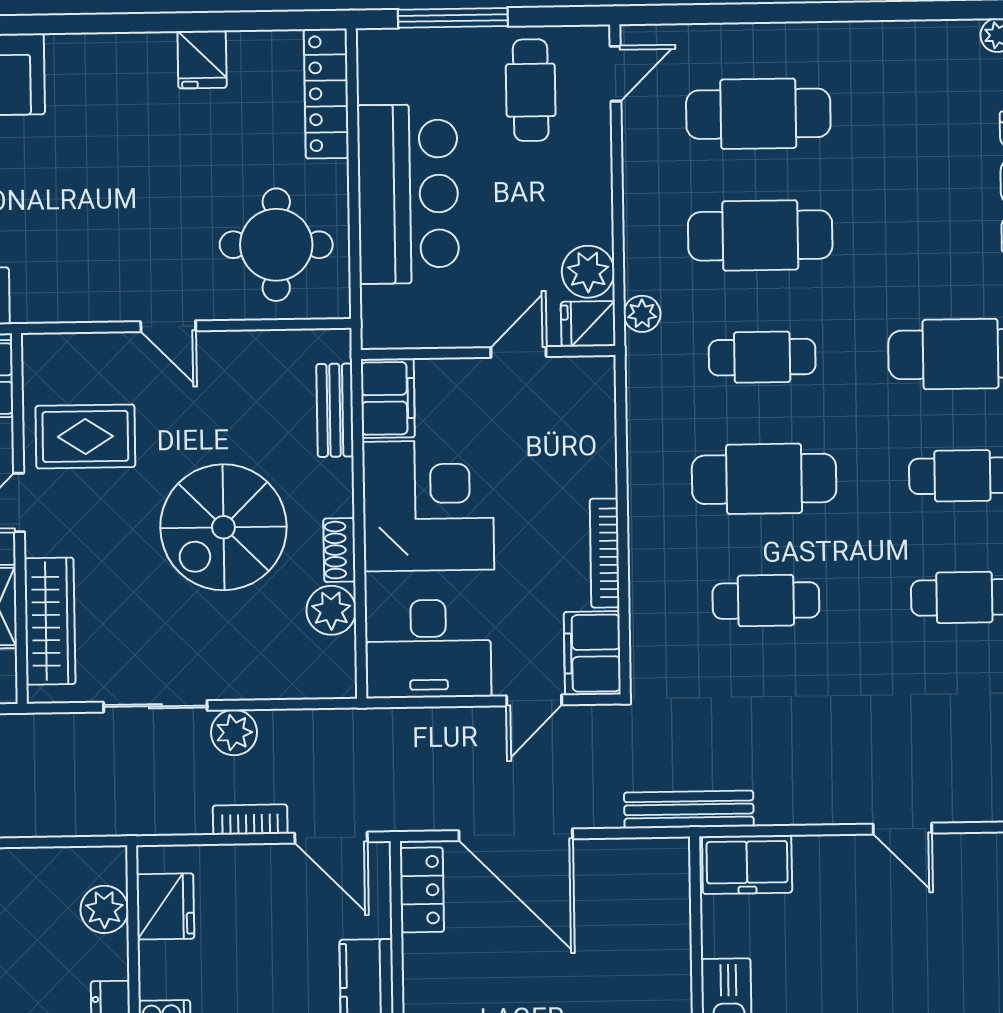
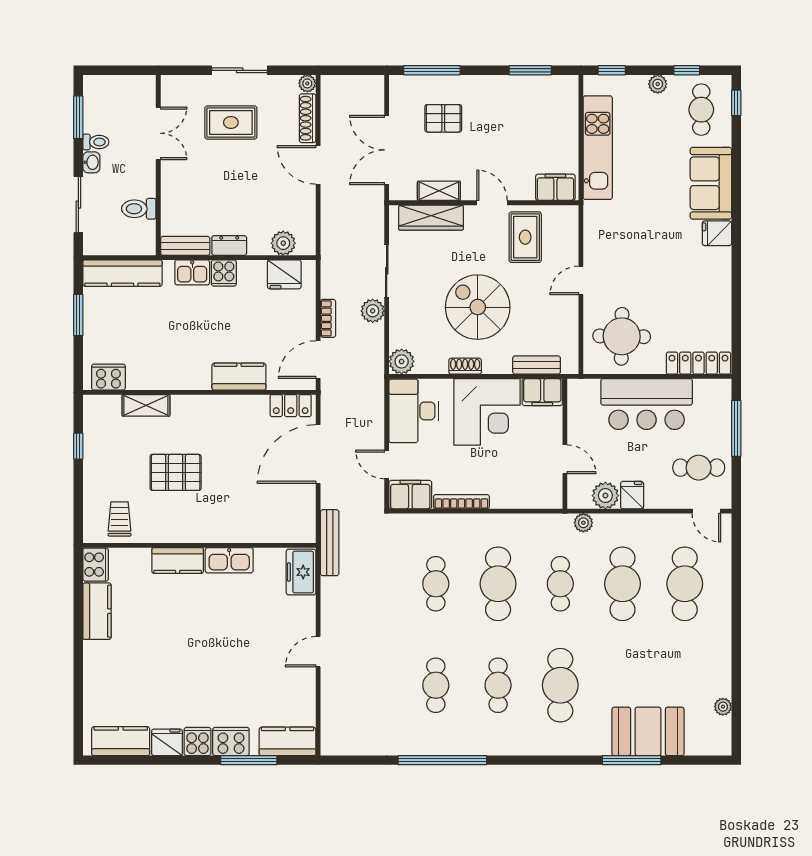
fridge: (202, 60) -> (717, 233), moved
fridge: (588, 324) -> (632, 495), moved
plant: (331, 610) -> (402, 361), moved

